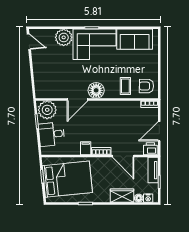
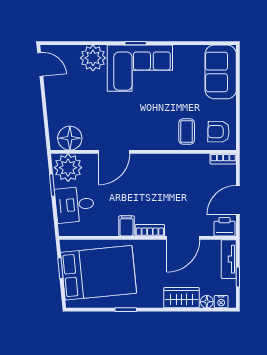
sofa: (135, 39) -> (221, 72), moved, turned 90
floor lamp: (96, 90) -> (70, 138), moved
door: (123, 156) -> (183, 238), hinge flipped

